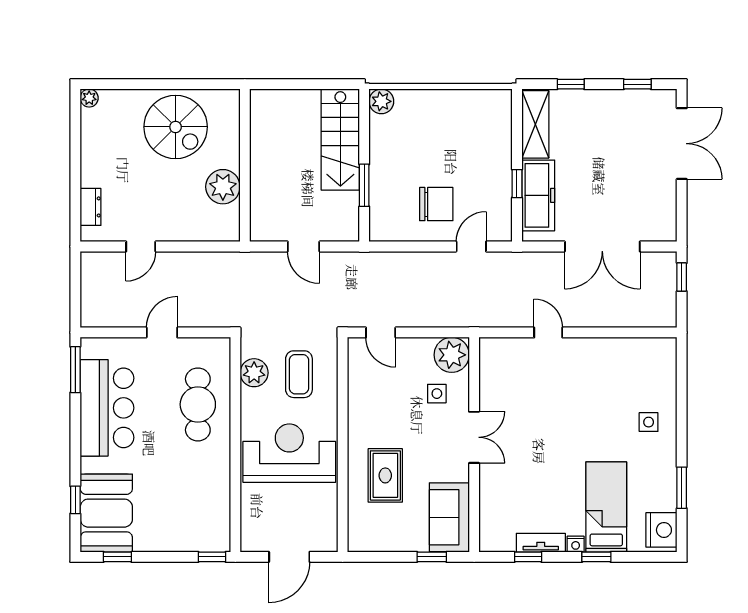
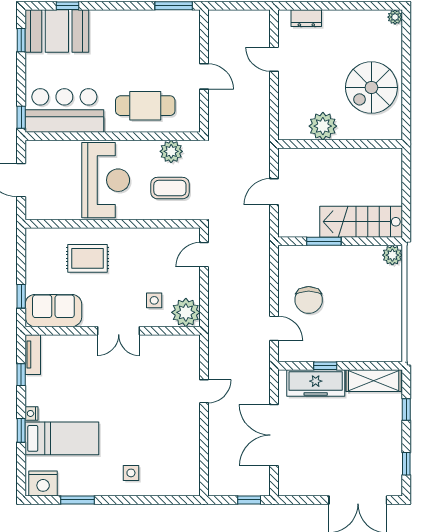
bar counter: (107, 408) -> (64, 110), moved, turned 180
tv unit: (541, 543) -> (33, 355), moved

